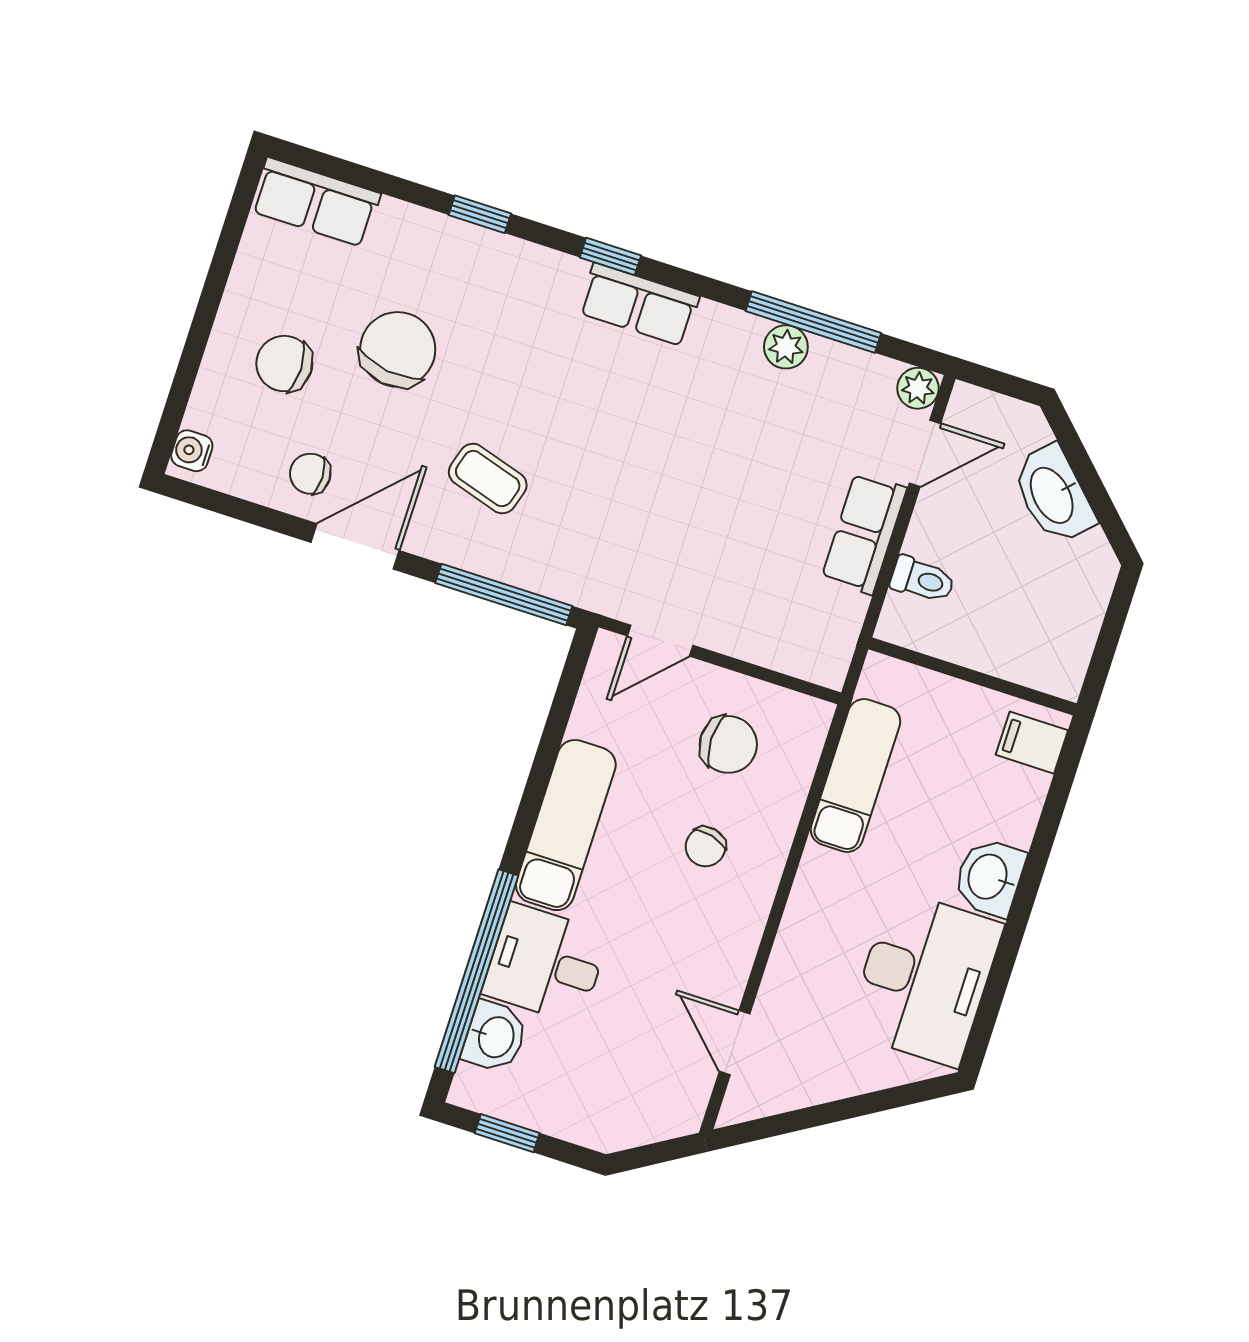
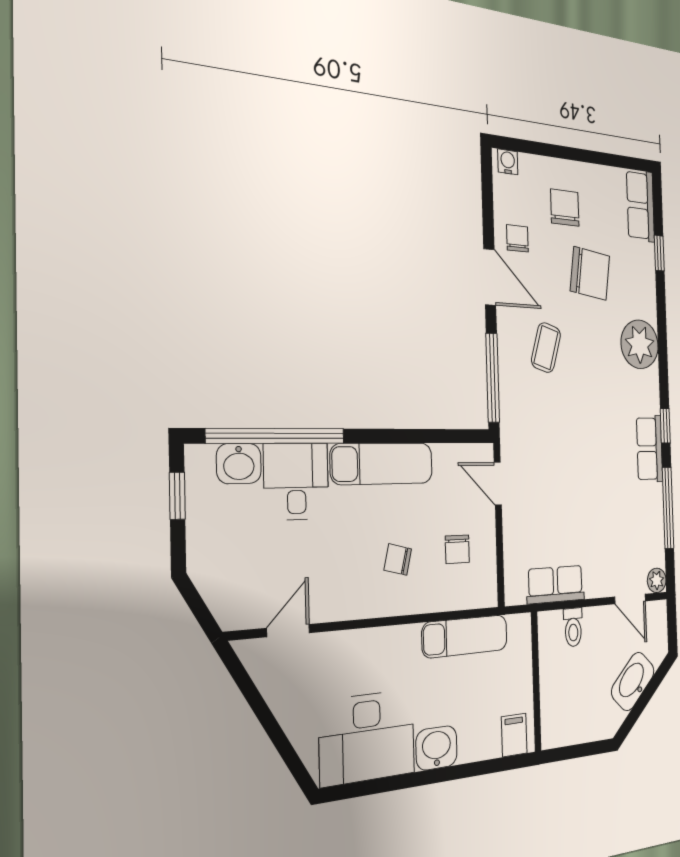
window: (480, 214) -> (659, 253), moved
window: (610, 256) -> (665, 426), moved
row of seats: (639, 305) -> (650, 449), moved
plant: (786, 347) -> (640, 344), moved, width x1.88, depth x1.88
row of seats: (864, 533) -> (555, 585), moved
chair: (728, 744) -> (457, 549), width x0.73, depth x0.73

